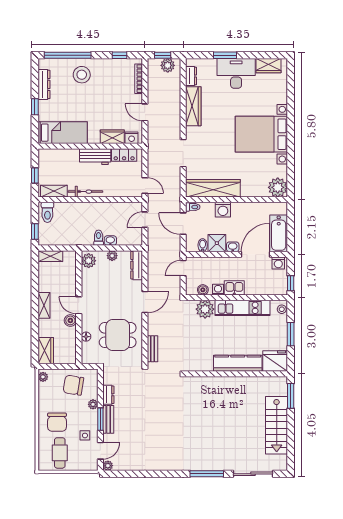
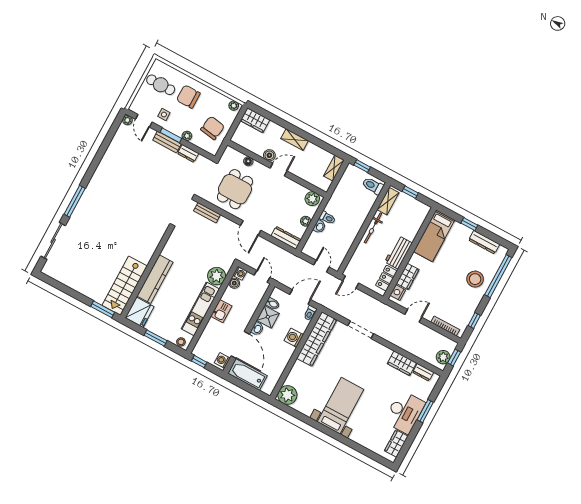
wardrobe: (193, 106) -> (402, 363), width x0.67
bed with nightstands: (261, 134) -> (341, 406), width x0.73
washing machine: (218, 290) -> (240, 273), moved
stairs: (277, 425) -> (125, 286), moved, turned -90

